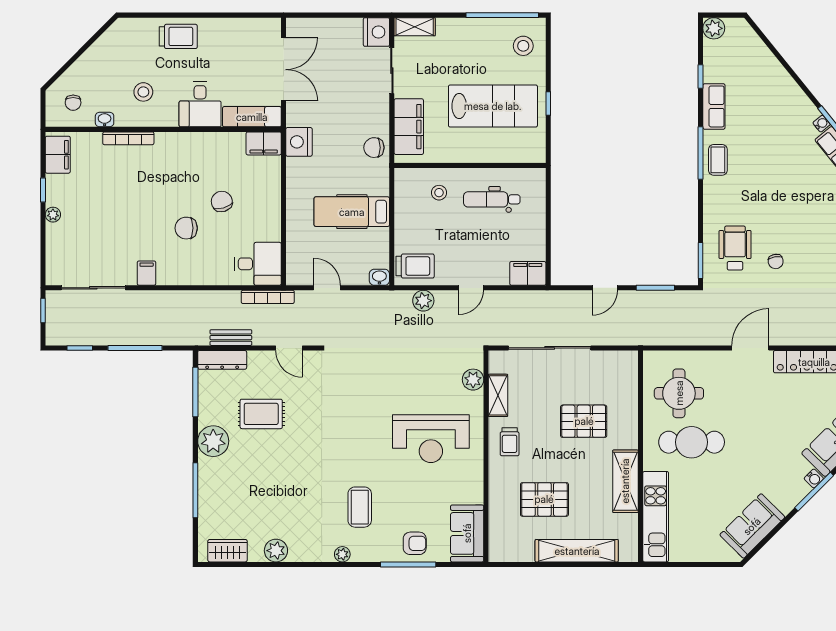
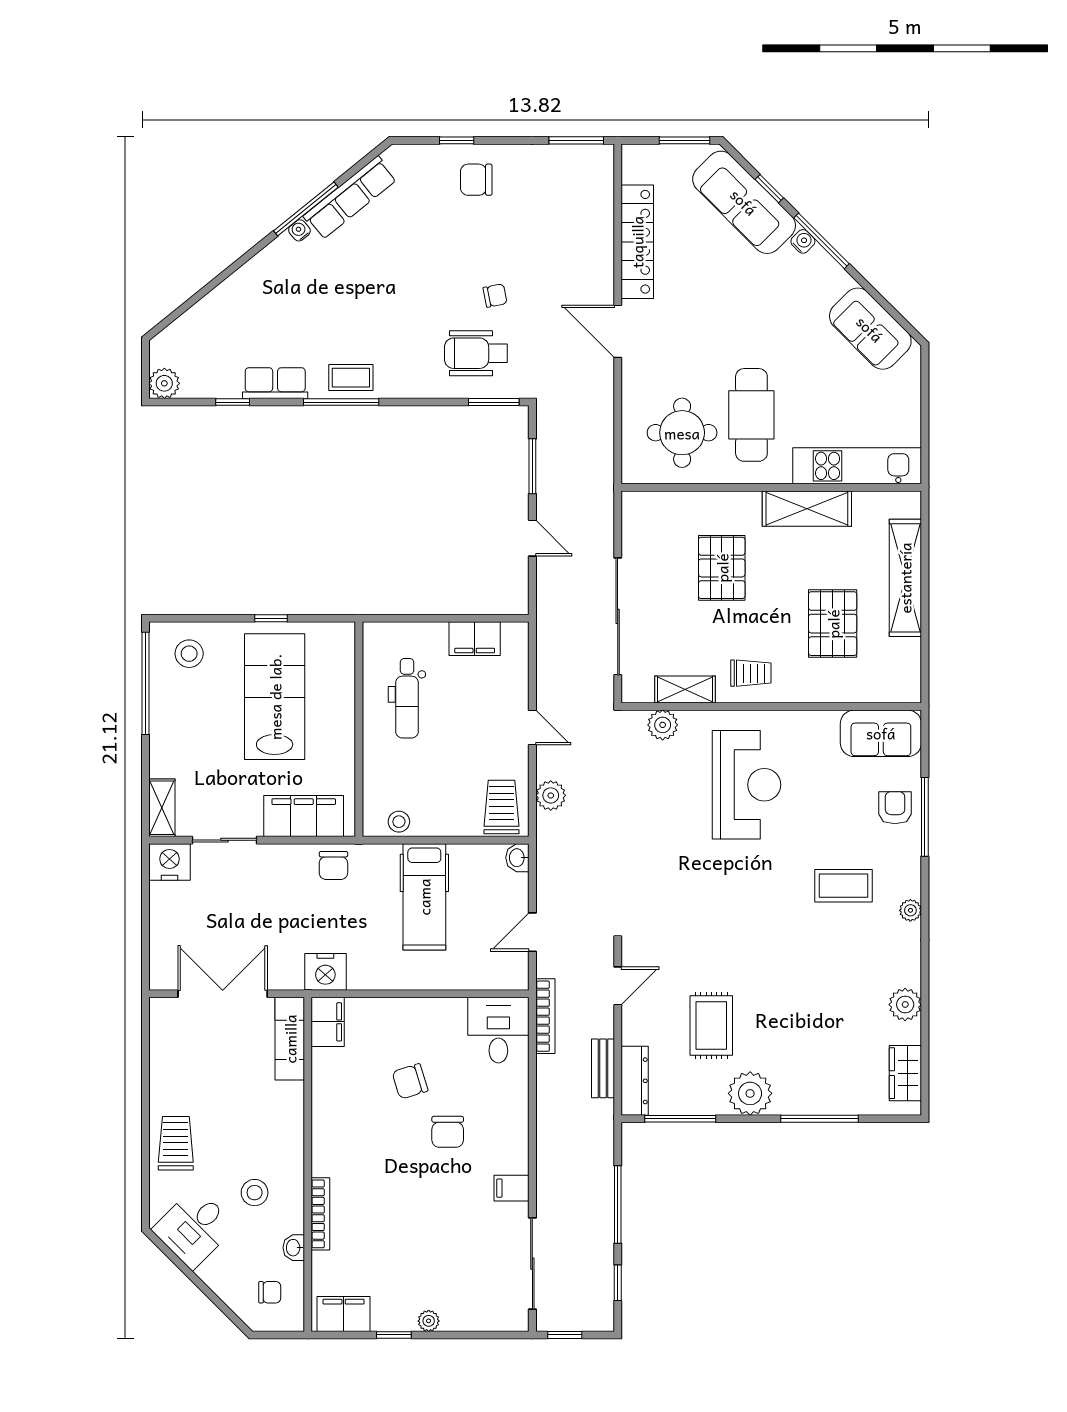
desk: (200, 104) -> (194, 1228), moved, turned 135
stool: (439, 193) -> (399, 822), moved
filing cabinet: (528, 273) -> (475, 639), moved, turned -90

